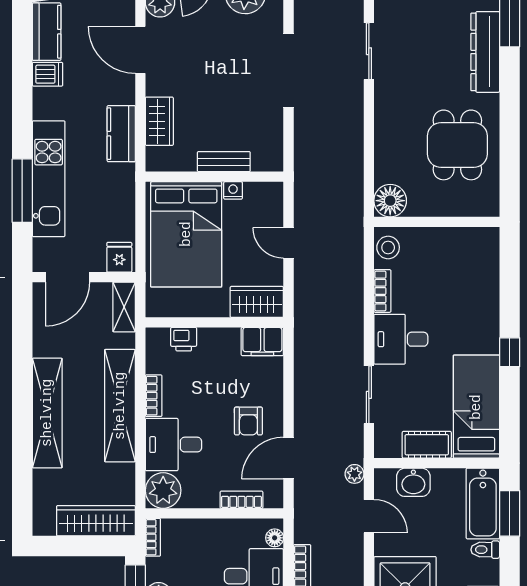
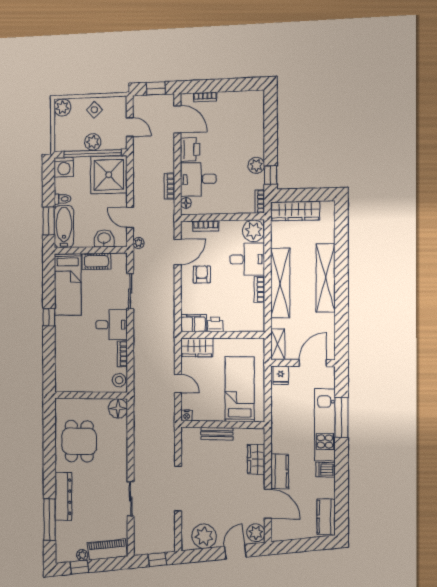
dishwasher: (47, 74) -> (326, 470), moved
kitchen counter: (121, 134) -> (280, 471), moved
nightstand: (233, 190) -> (186, 415), moved
bed: (186, 234) -> (240, 389), width x0.67
printer: (184, 339) -> (215, 325), moved

